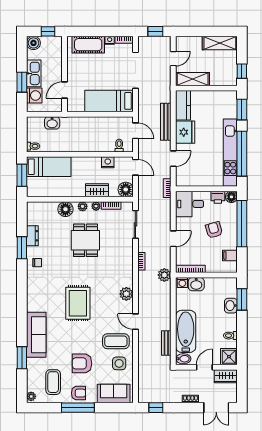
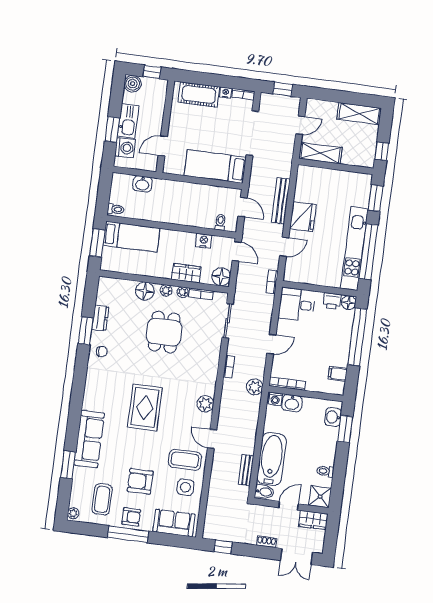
kitchen counter: (183, 105) -> (305, 183), removed
armchair: (214, 230) -> (322, 340), removed
washbasin: (231, 306) -> (333, 417), moved

